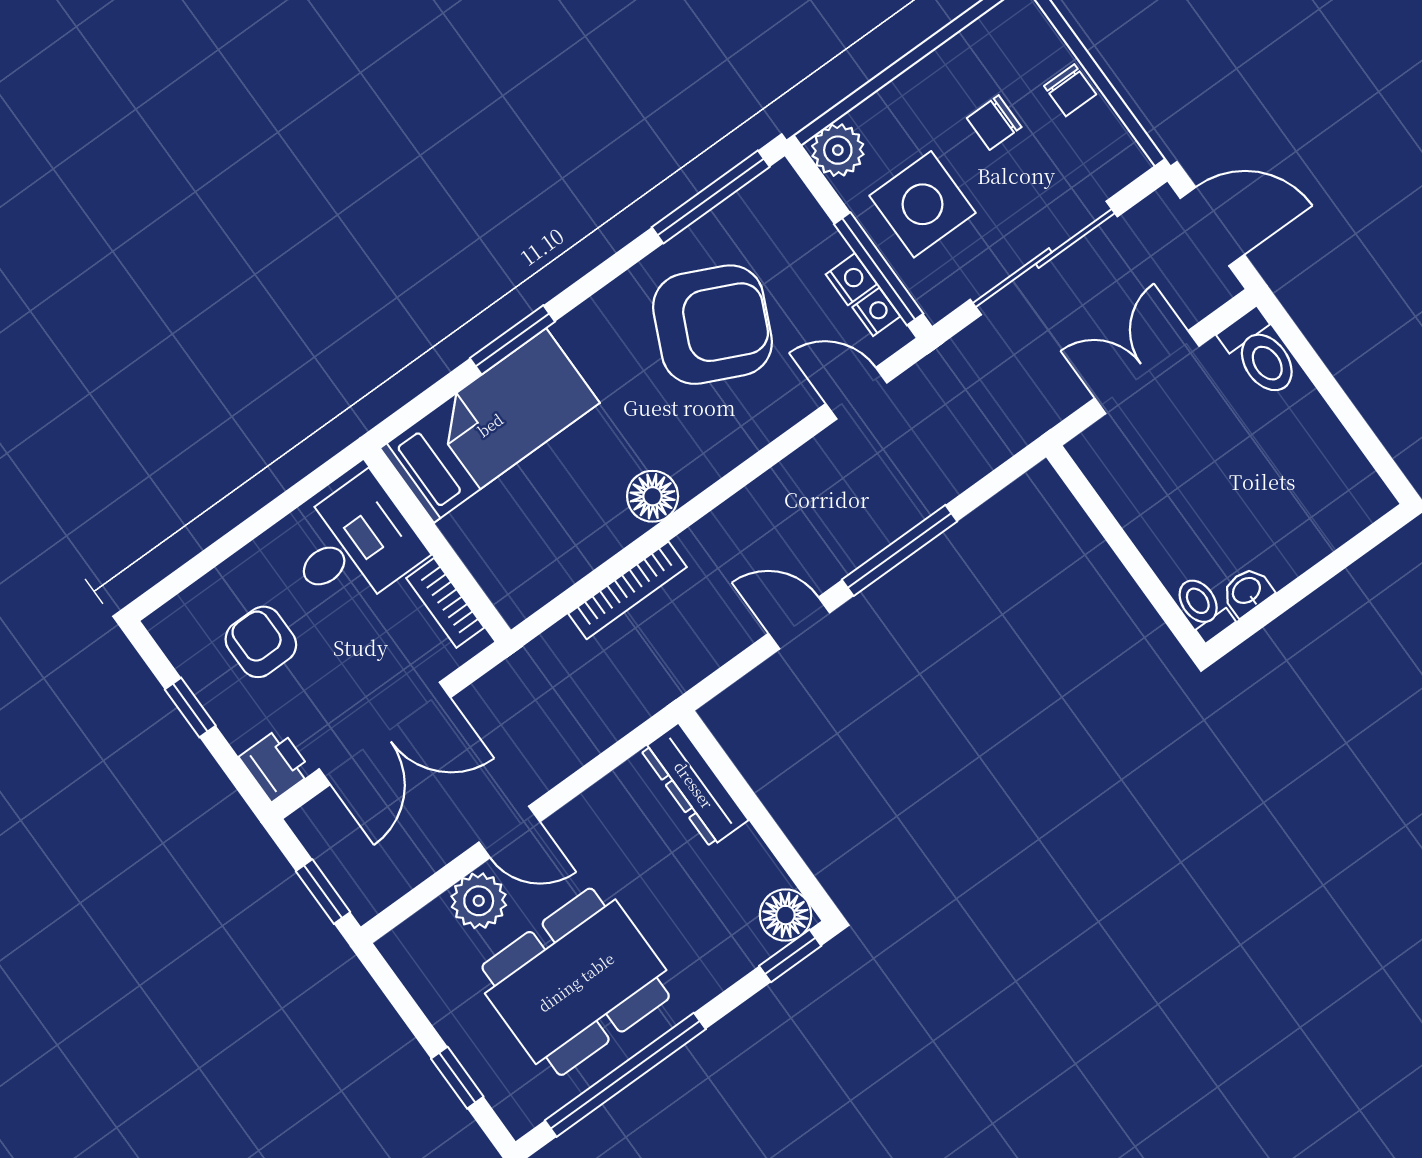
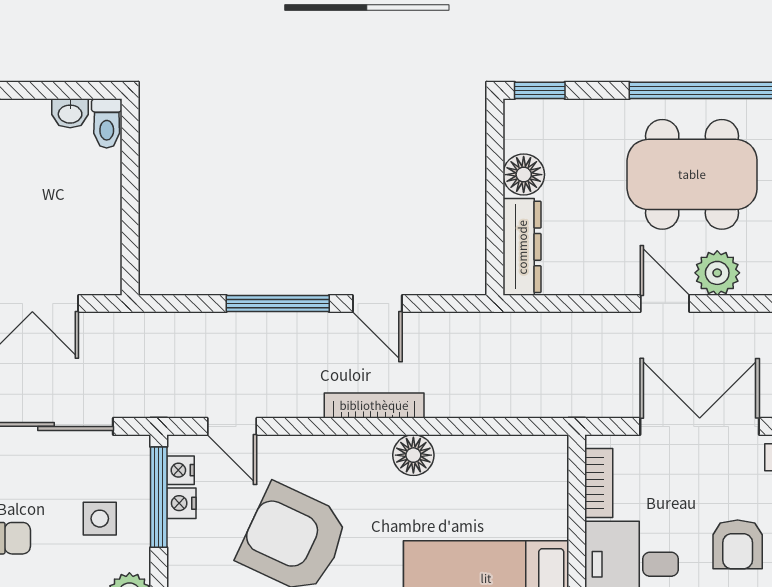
side table: (923, 204) -> (100, 519), width x0.54, depth x0.54
bookcase: (628, 590) -> (374, 405), moved
floor lamp: (785, 915) -> (524, 175), moved

